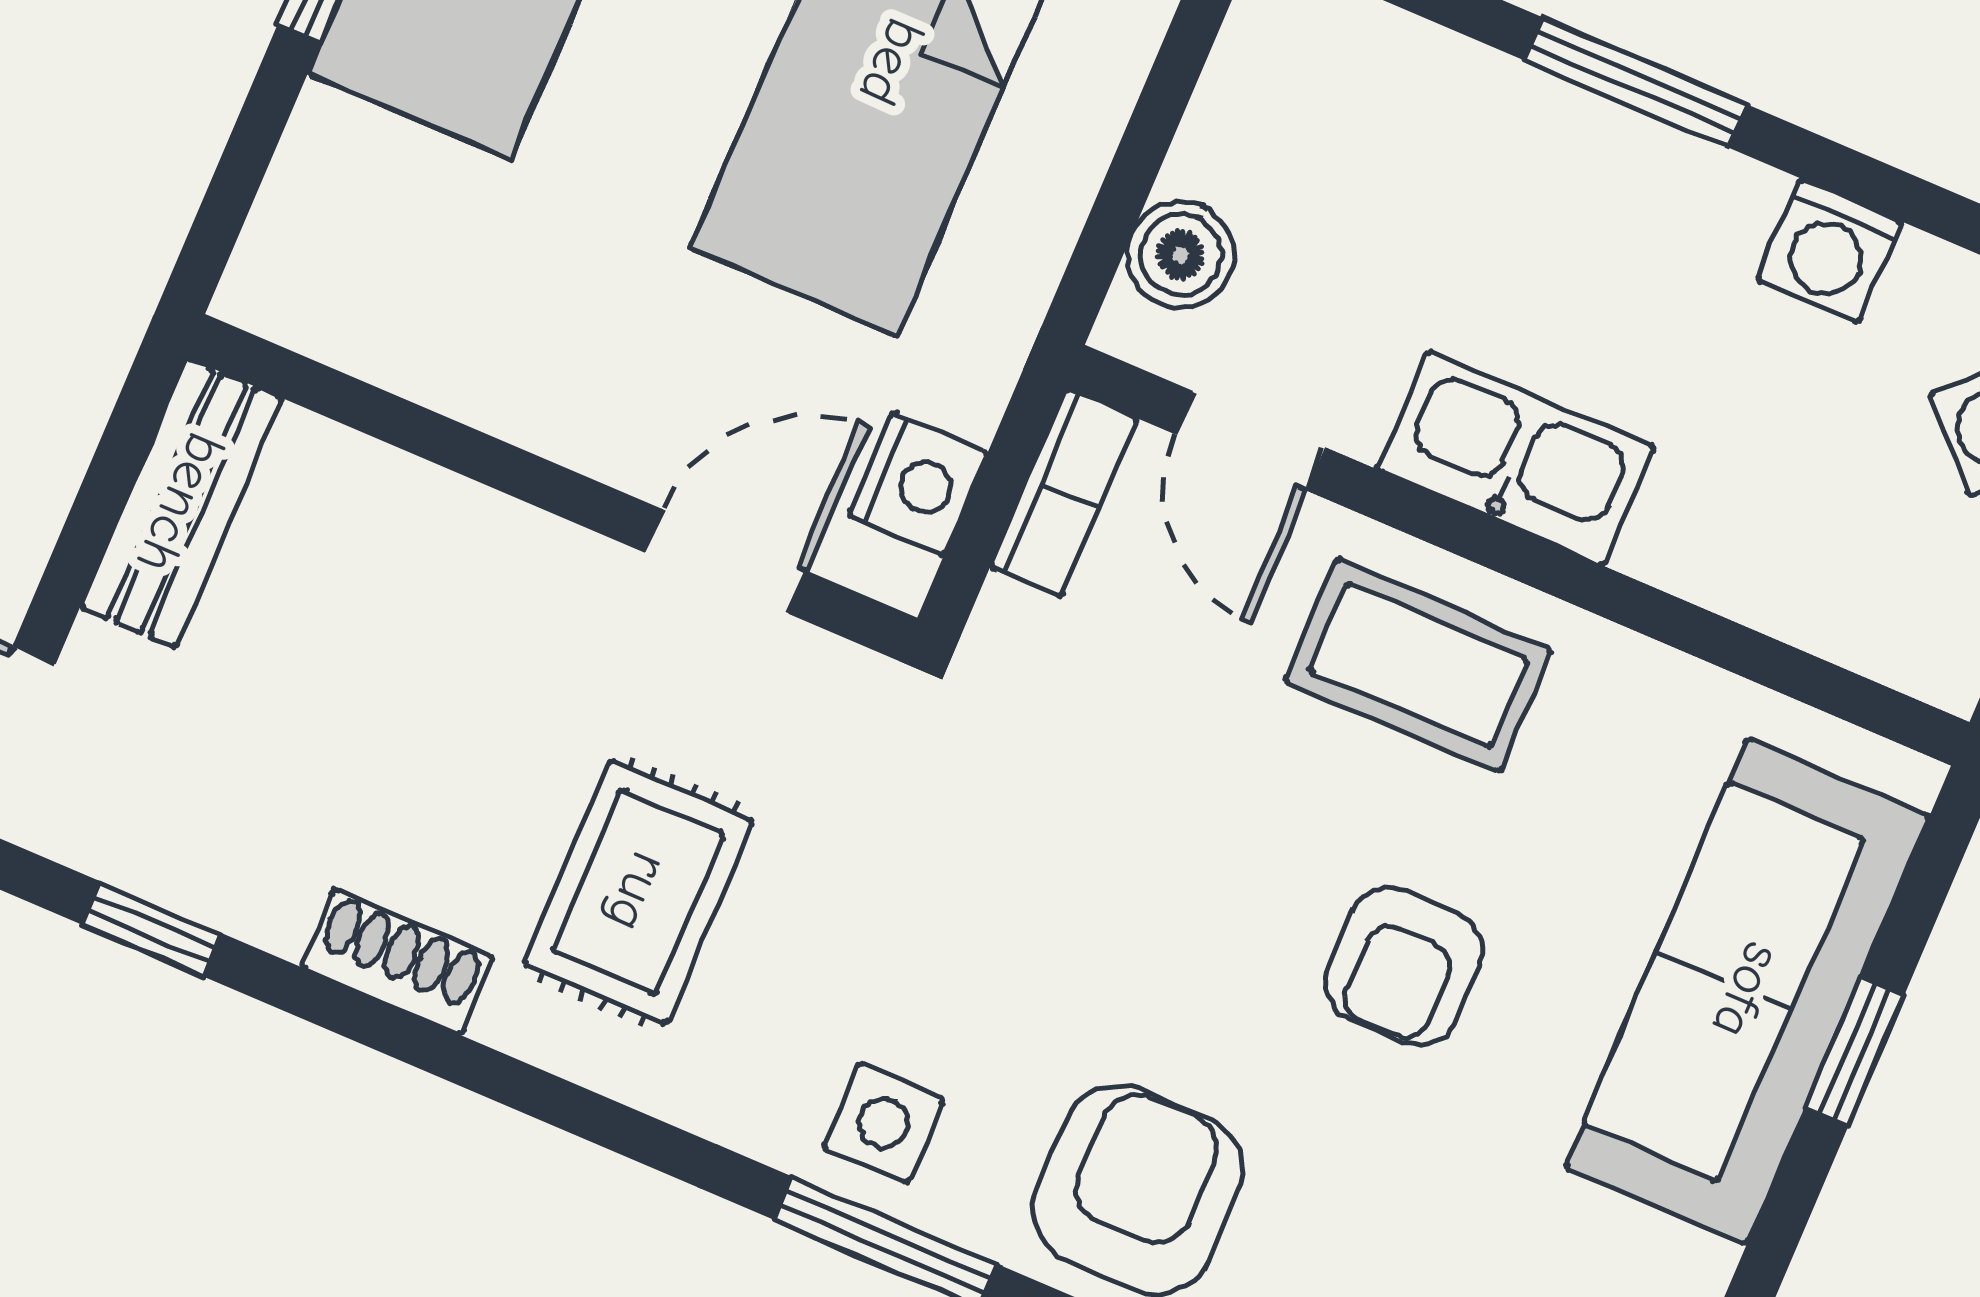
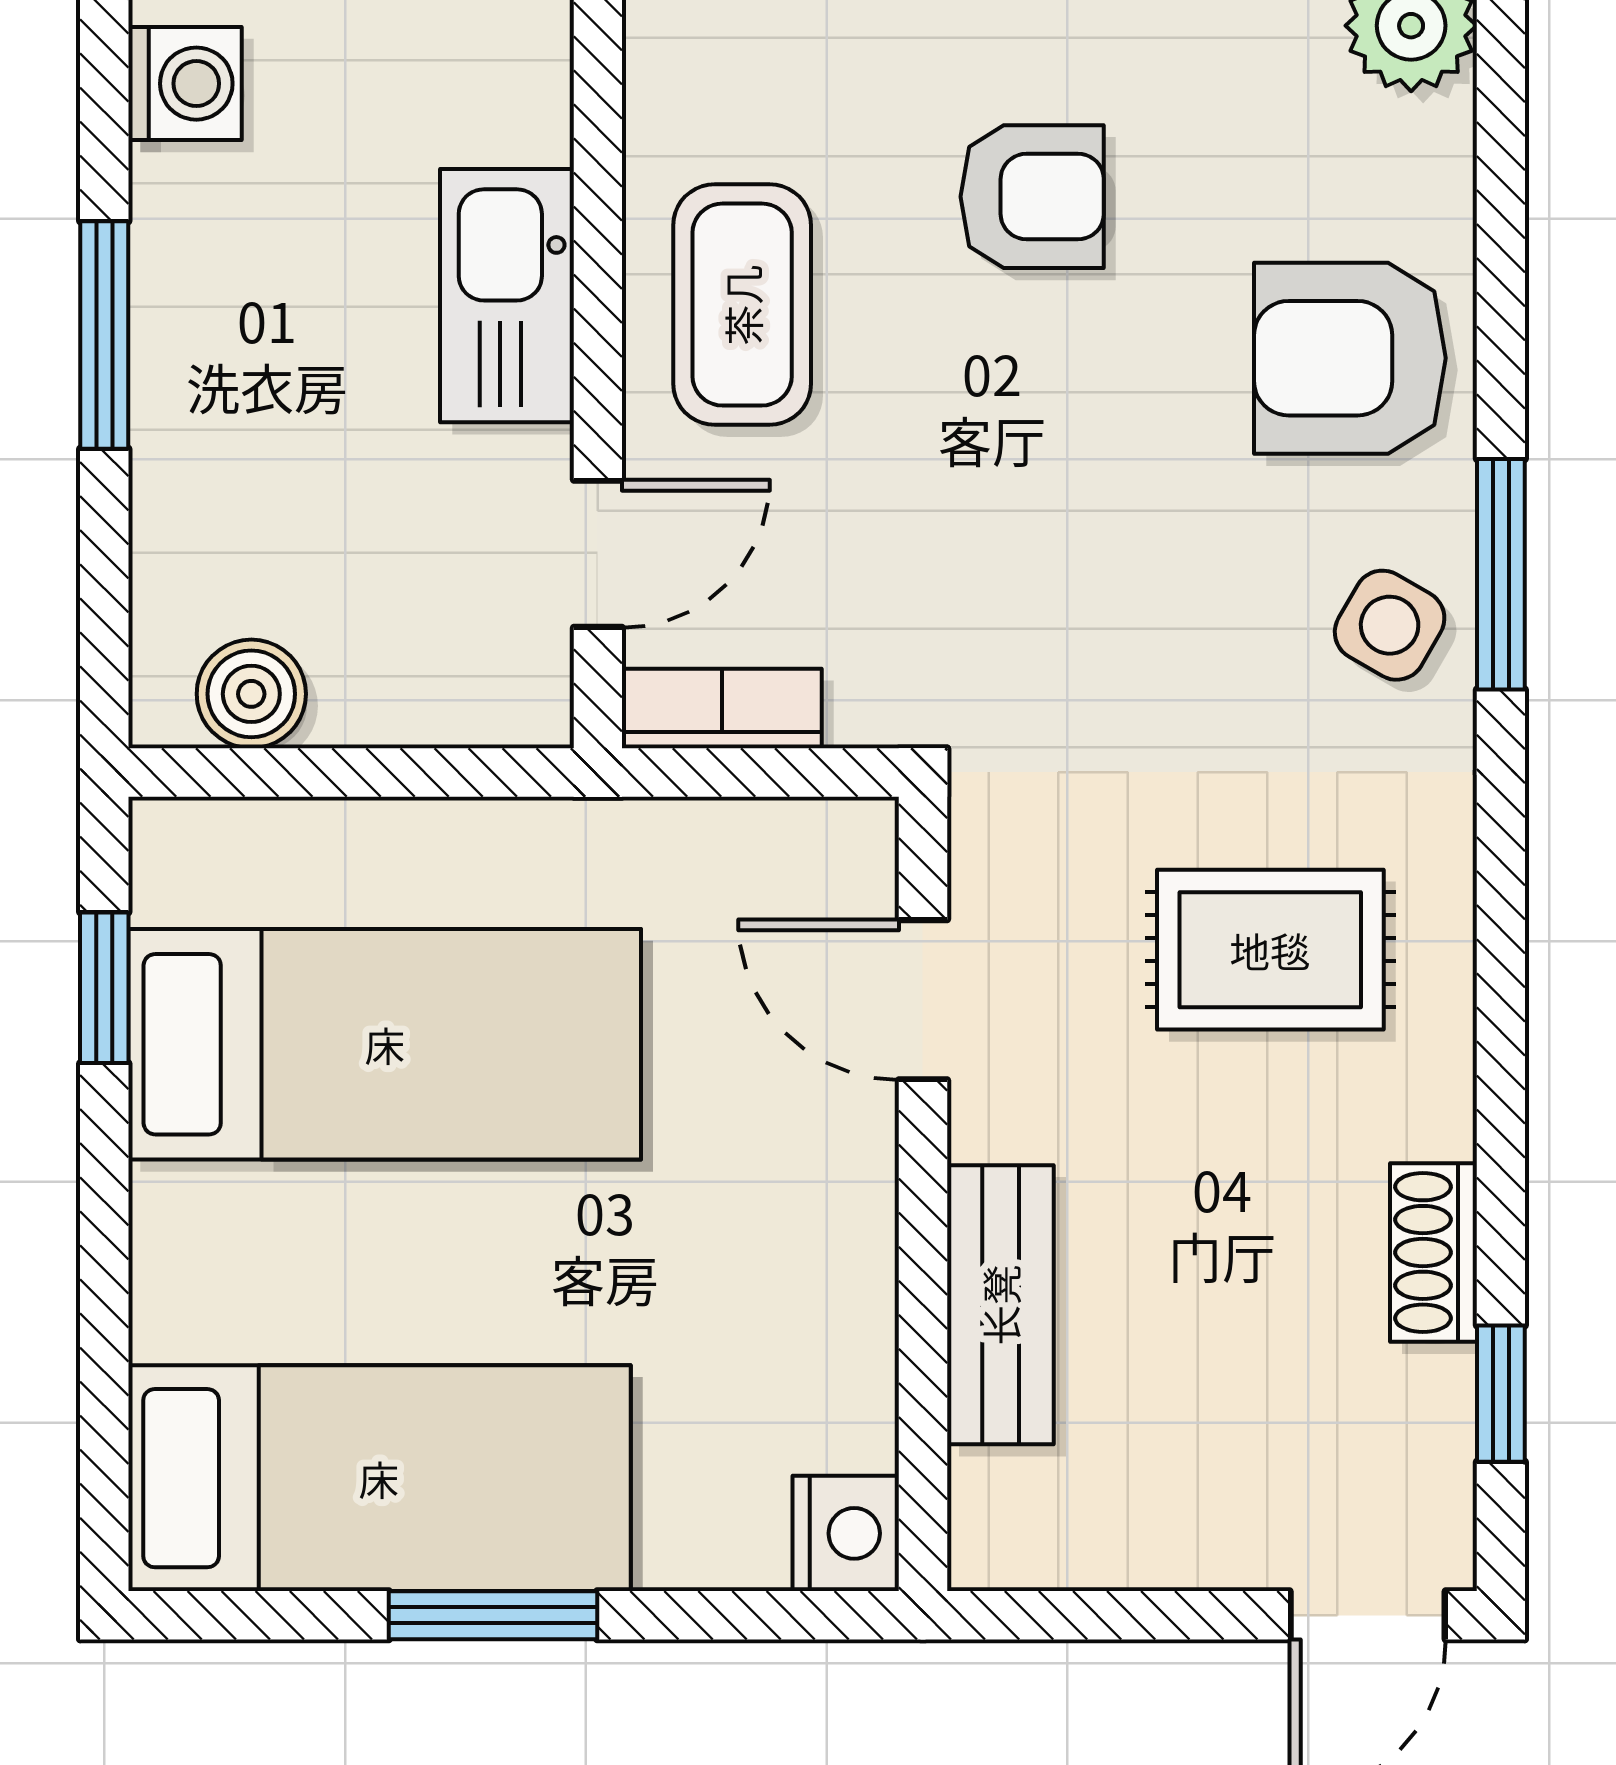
boiler: (1181, 255) -> (251, 694), moved
nightstand: (918, 484) -> (846, 1533), moved, turned 90
bench: (181, 503) -> (1000, 1305), moved, turned 90
shoe rack: (397, 962) -> (1433, 1252), moved
side table: (883, 1123) -> (1390, 625), turned 30

